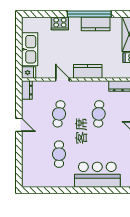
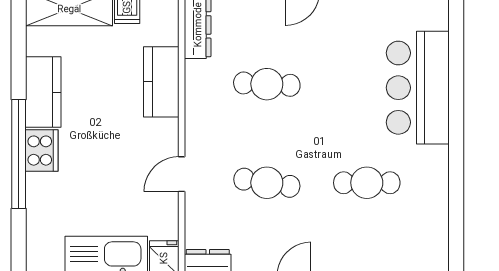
window: (89, 14) -> (19, 154), moved
cooker: (60, 23) -> (42, 151), moved
kitchen counter: (88, 71) -> (161, 82), moved

